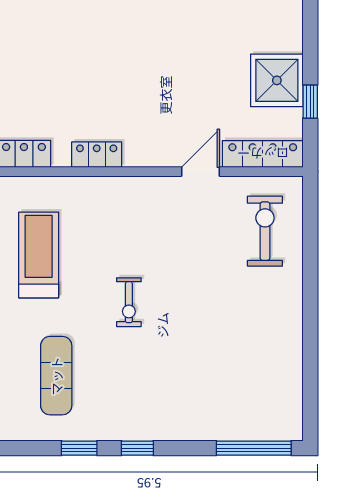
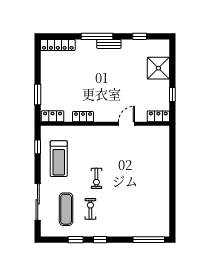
shower: (277, 80) -> (158, 68), moved
locker: (263, 154) -> (158, 116), width x0.66
exercise bike: (265, 231) -> (90, 209), moved, width x0.73, depth x0.72
treadmill: (39, 255) -> (59, 159), turned 180

